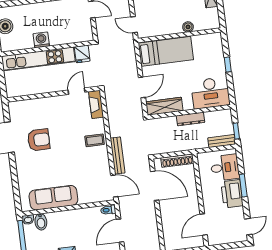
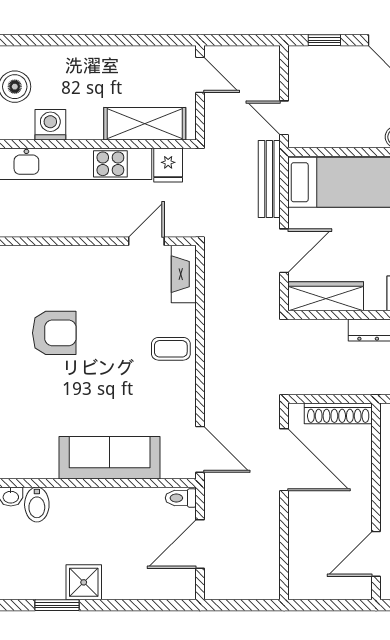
shelving: (69, 36) -> (145, 124), added
washing machine: (41, 40) -> (50, 125), moved
bench: (117, 155) -> (269, 179), moved
sofa: (53, 198) -> (110, 458), moved

